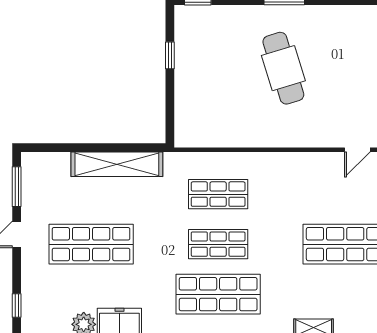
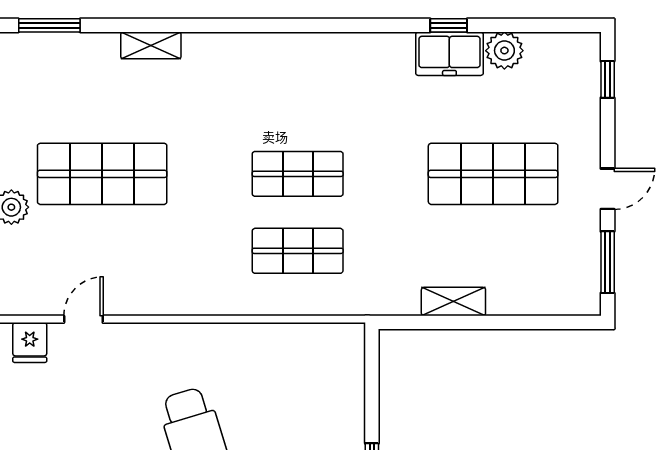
shelving: (117, 164) -> (453, 302), width x0.45, depth x0.75
shop shelf: (218, 294) -> (298, 97), removed

